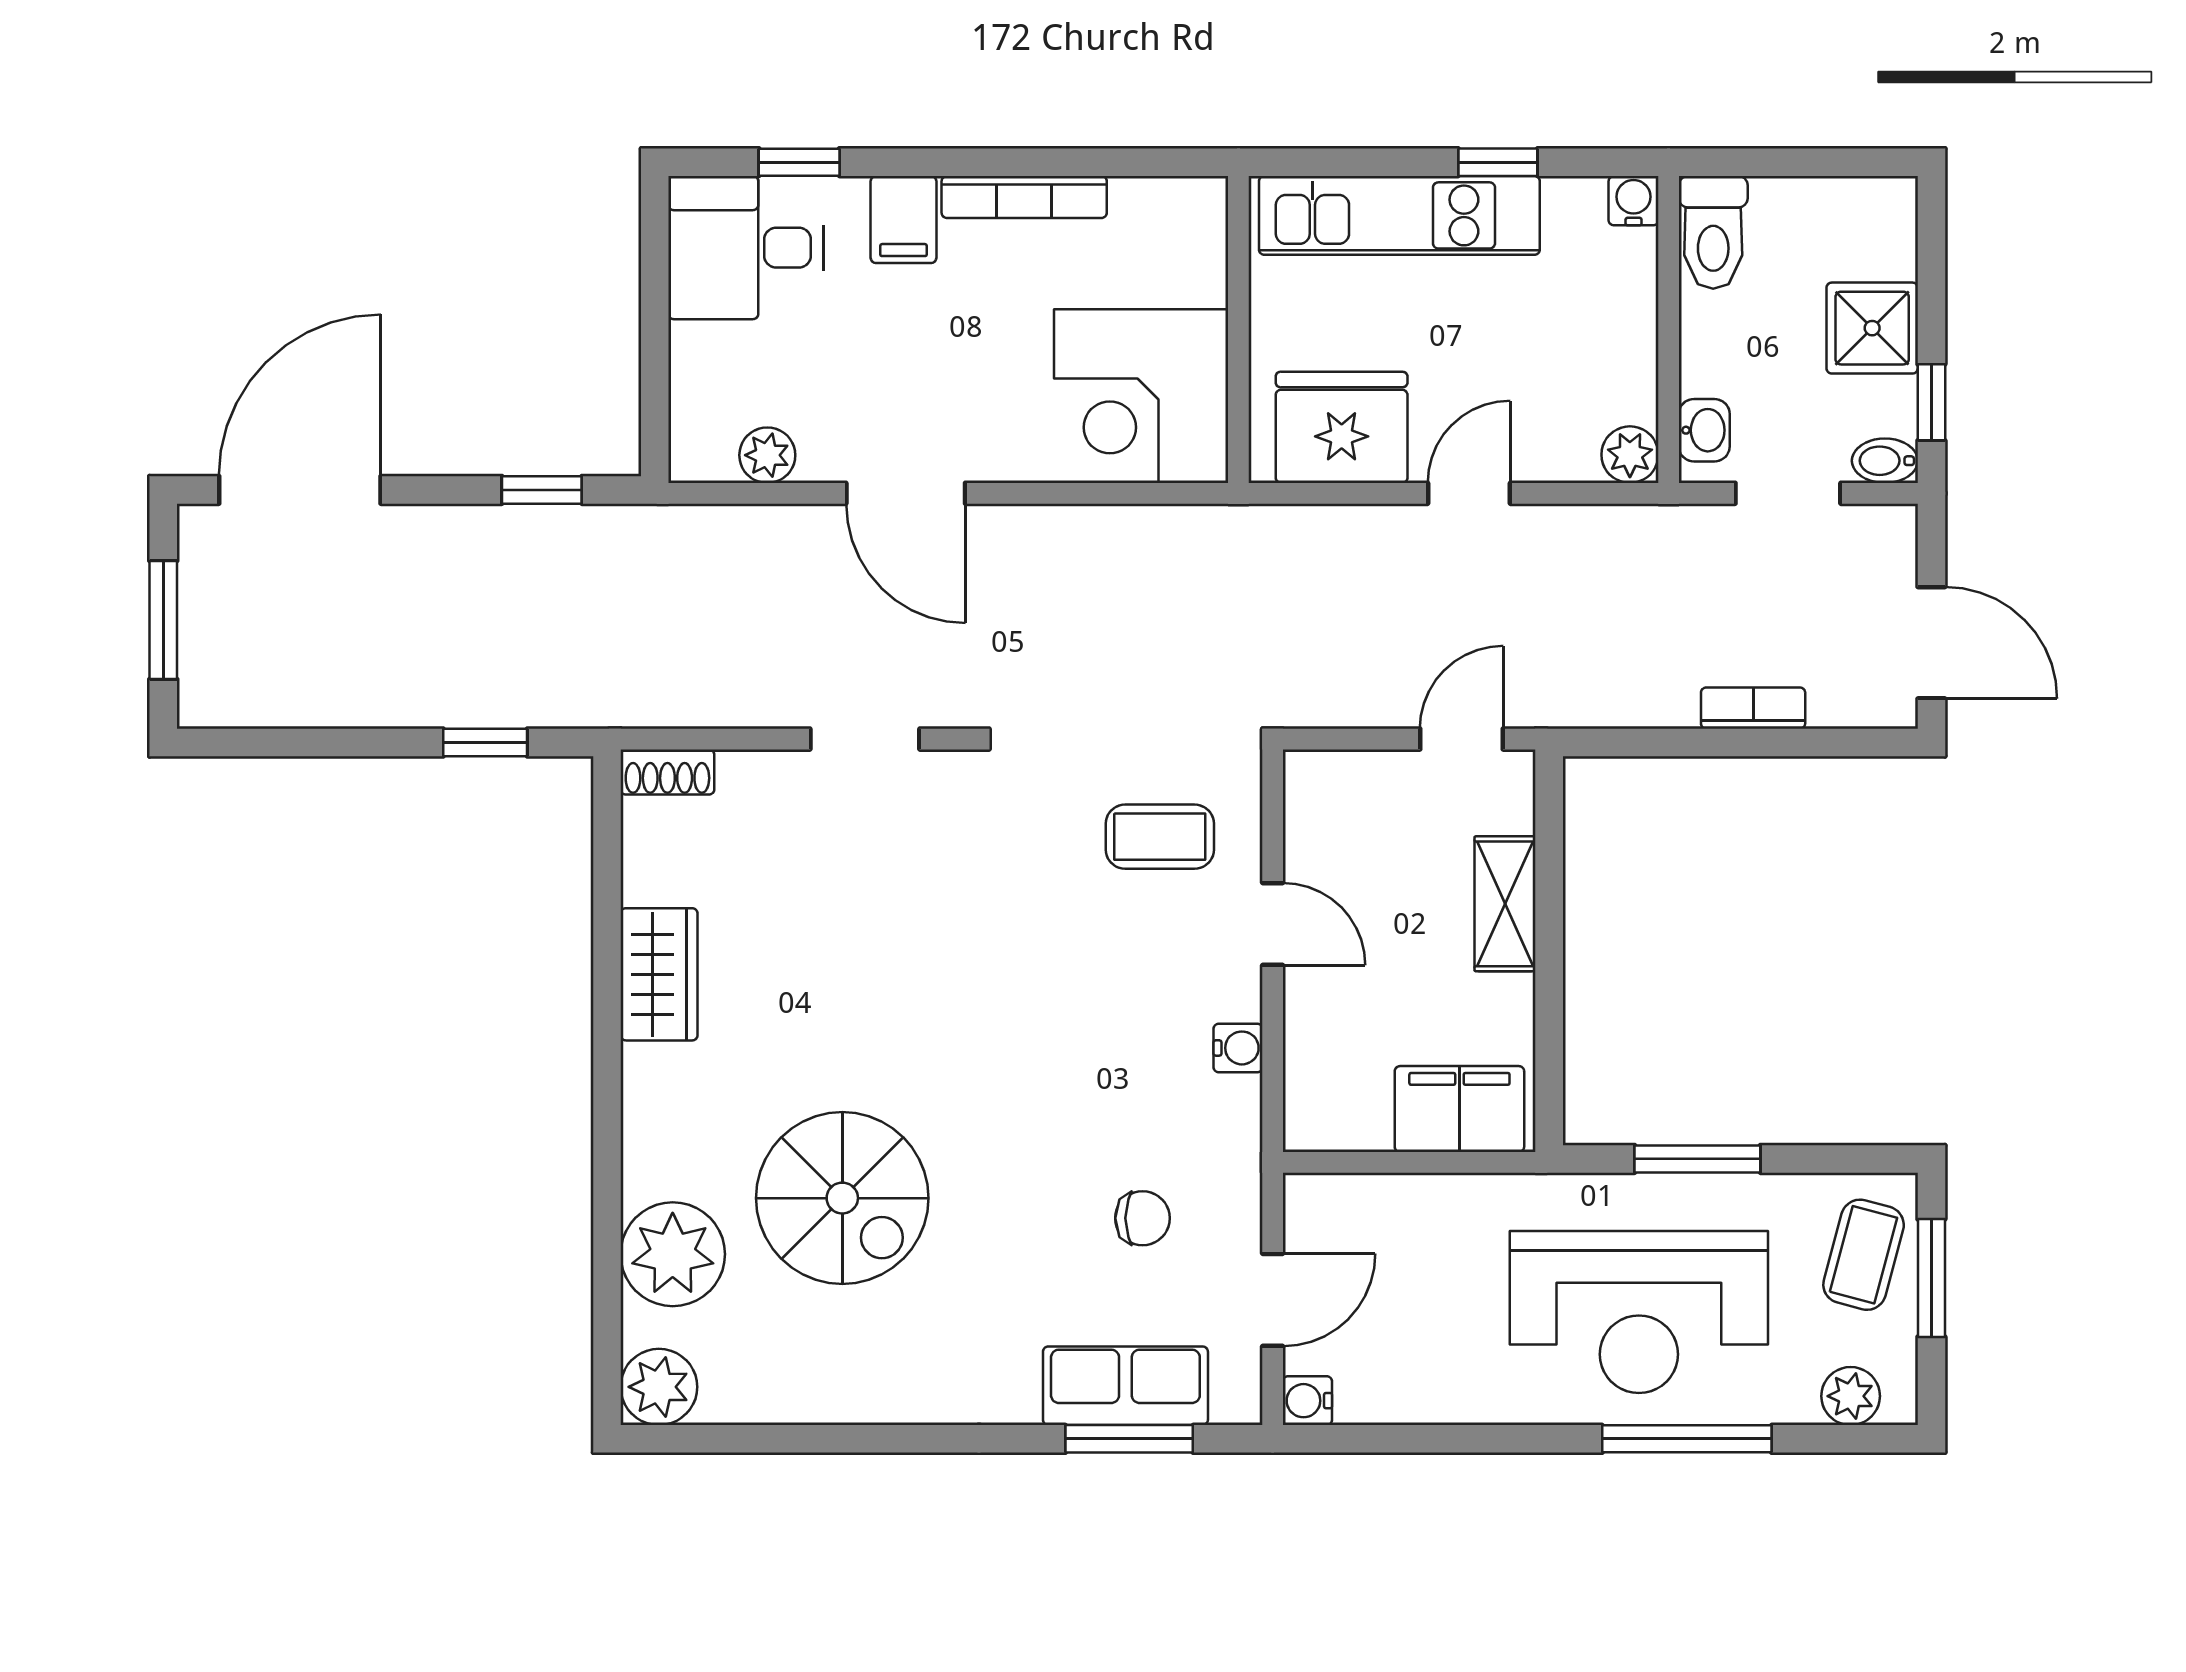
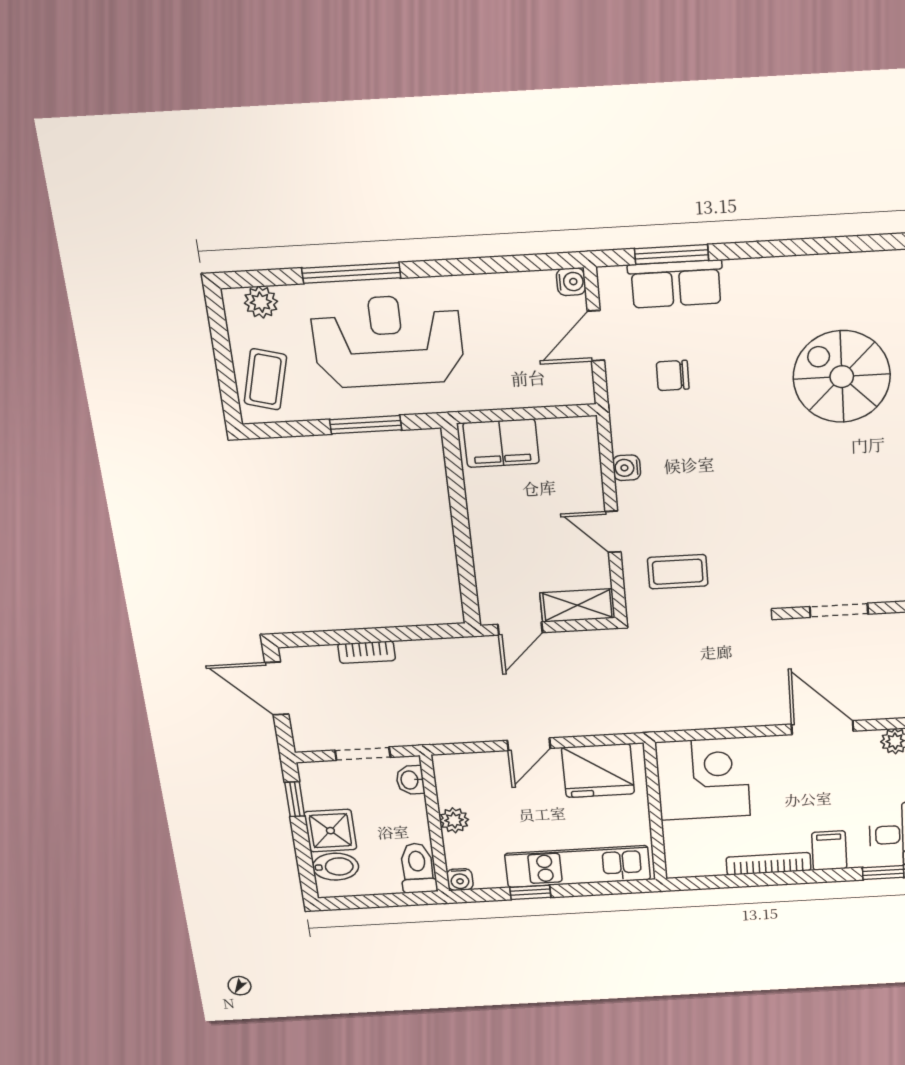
plant: (1630, 455) -> (454, 820), moved
bidet: (1885, 461) -> (336, 867), moved, width x1.38, depth x1.36
shelving: (1505, 904) -> (577, 605), moved, turned 90
window: (1931, 1278) -> (225, 369), removed

